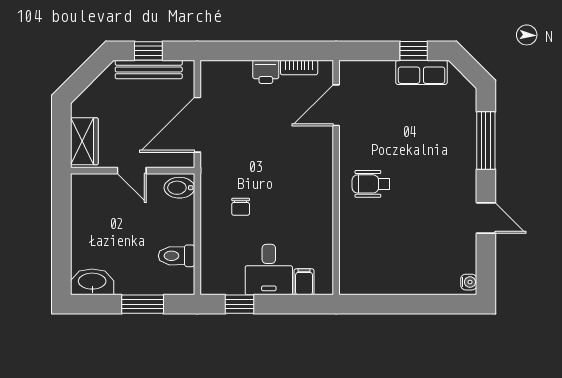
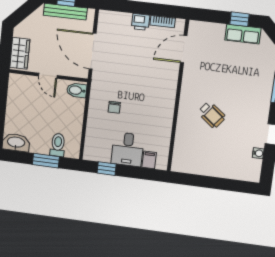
door: (197, 125) -> (93, 51), hinge flipped
wheelchair: (371, 184) -> (212, 115), moved, turned -142
toilet: (177, 256) -> (58, 145), moved, turned 90
water cooler: (469, 282) -> (258, 153), moved

